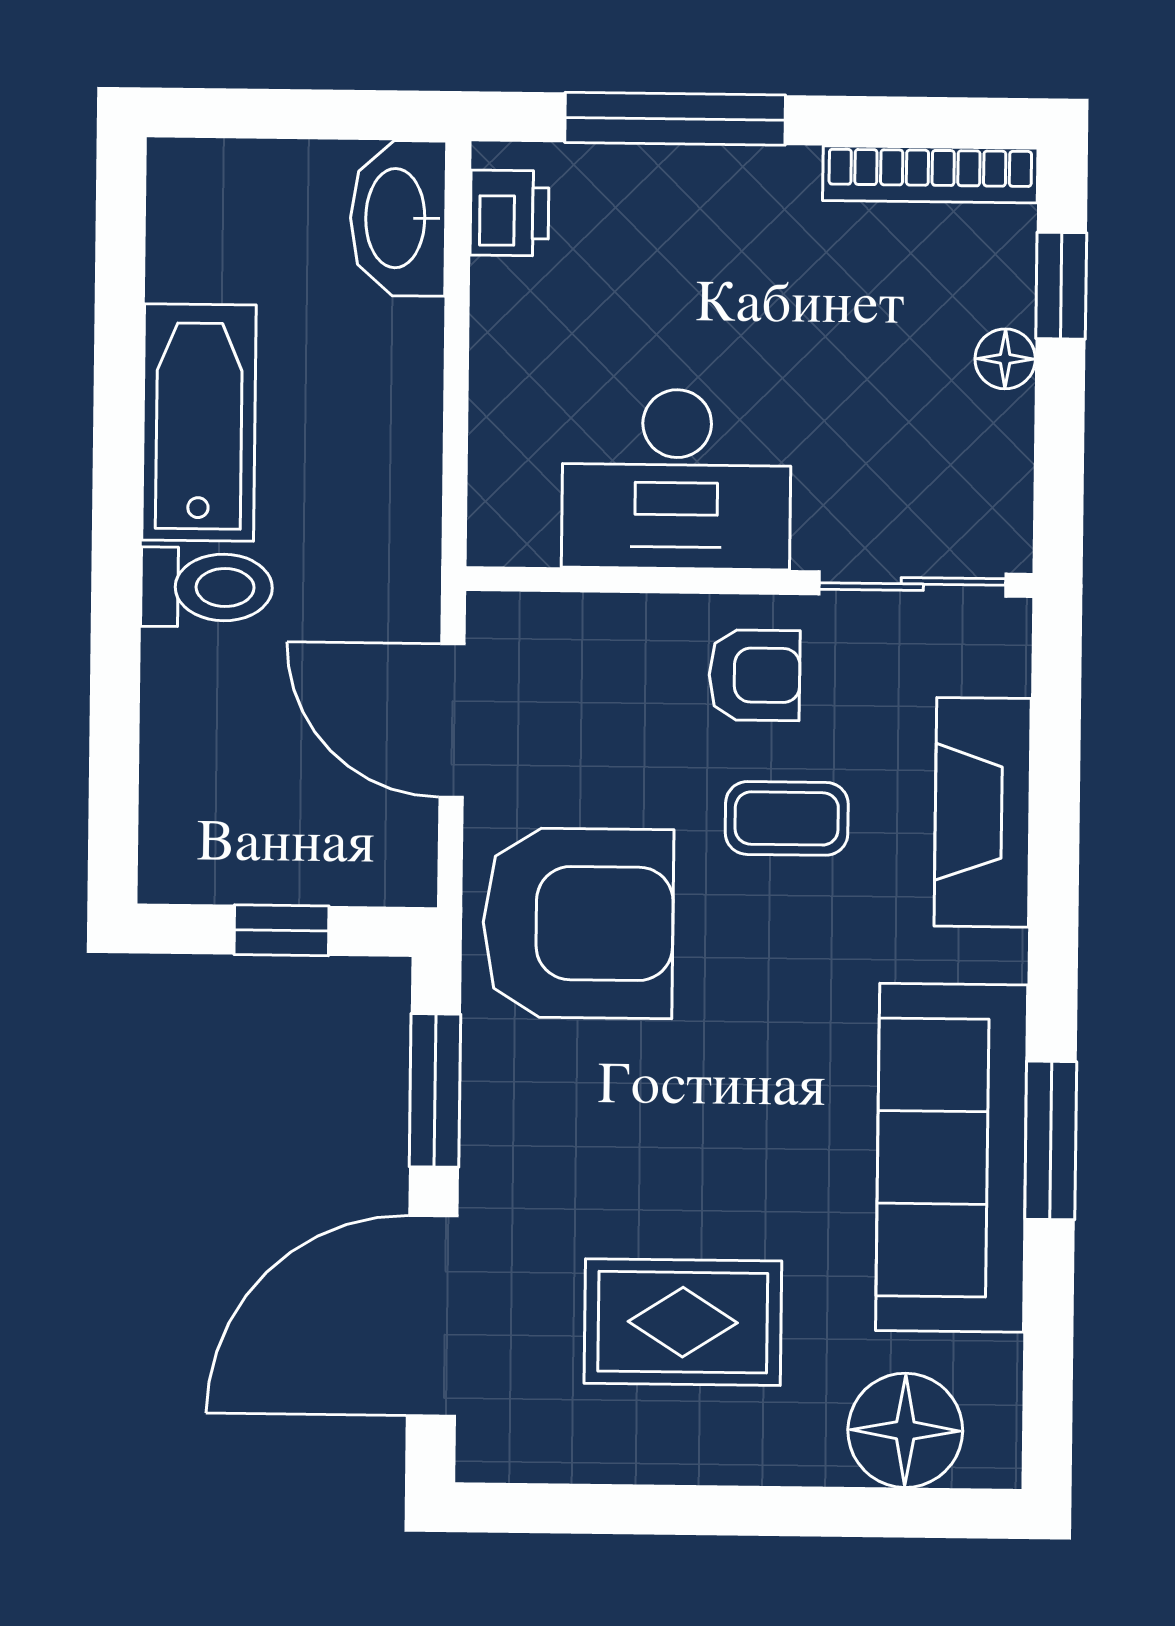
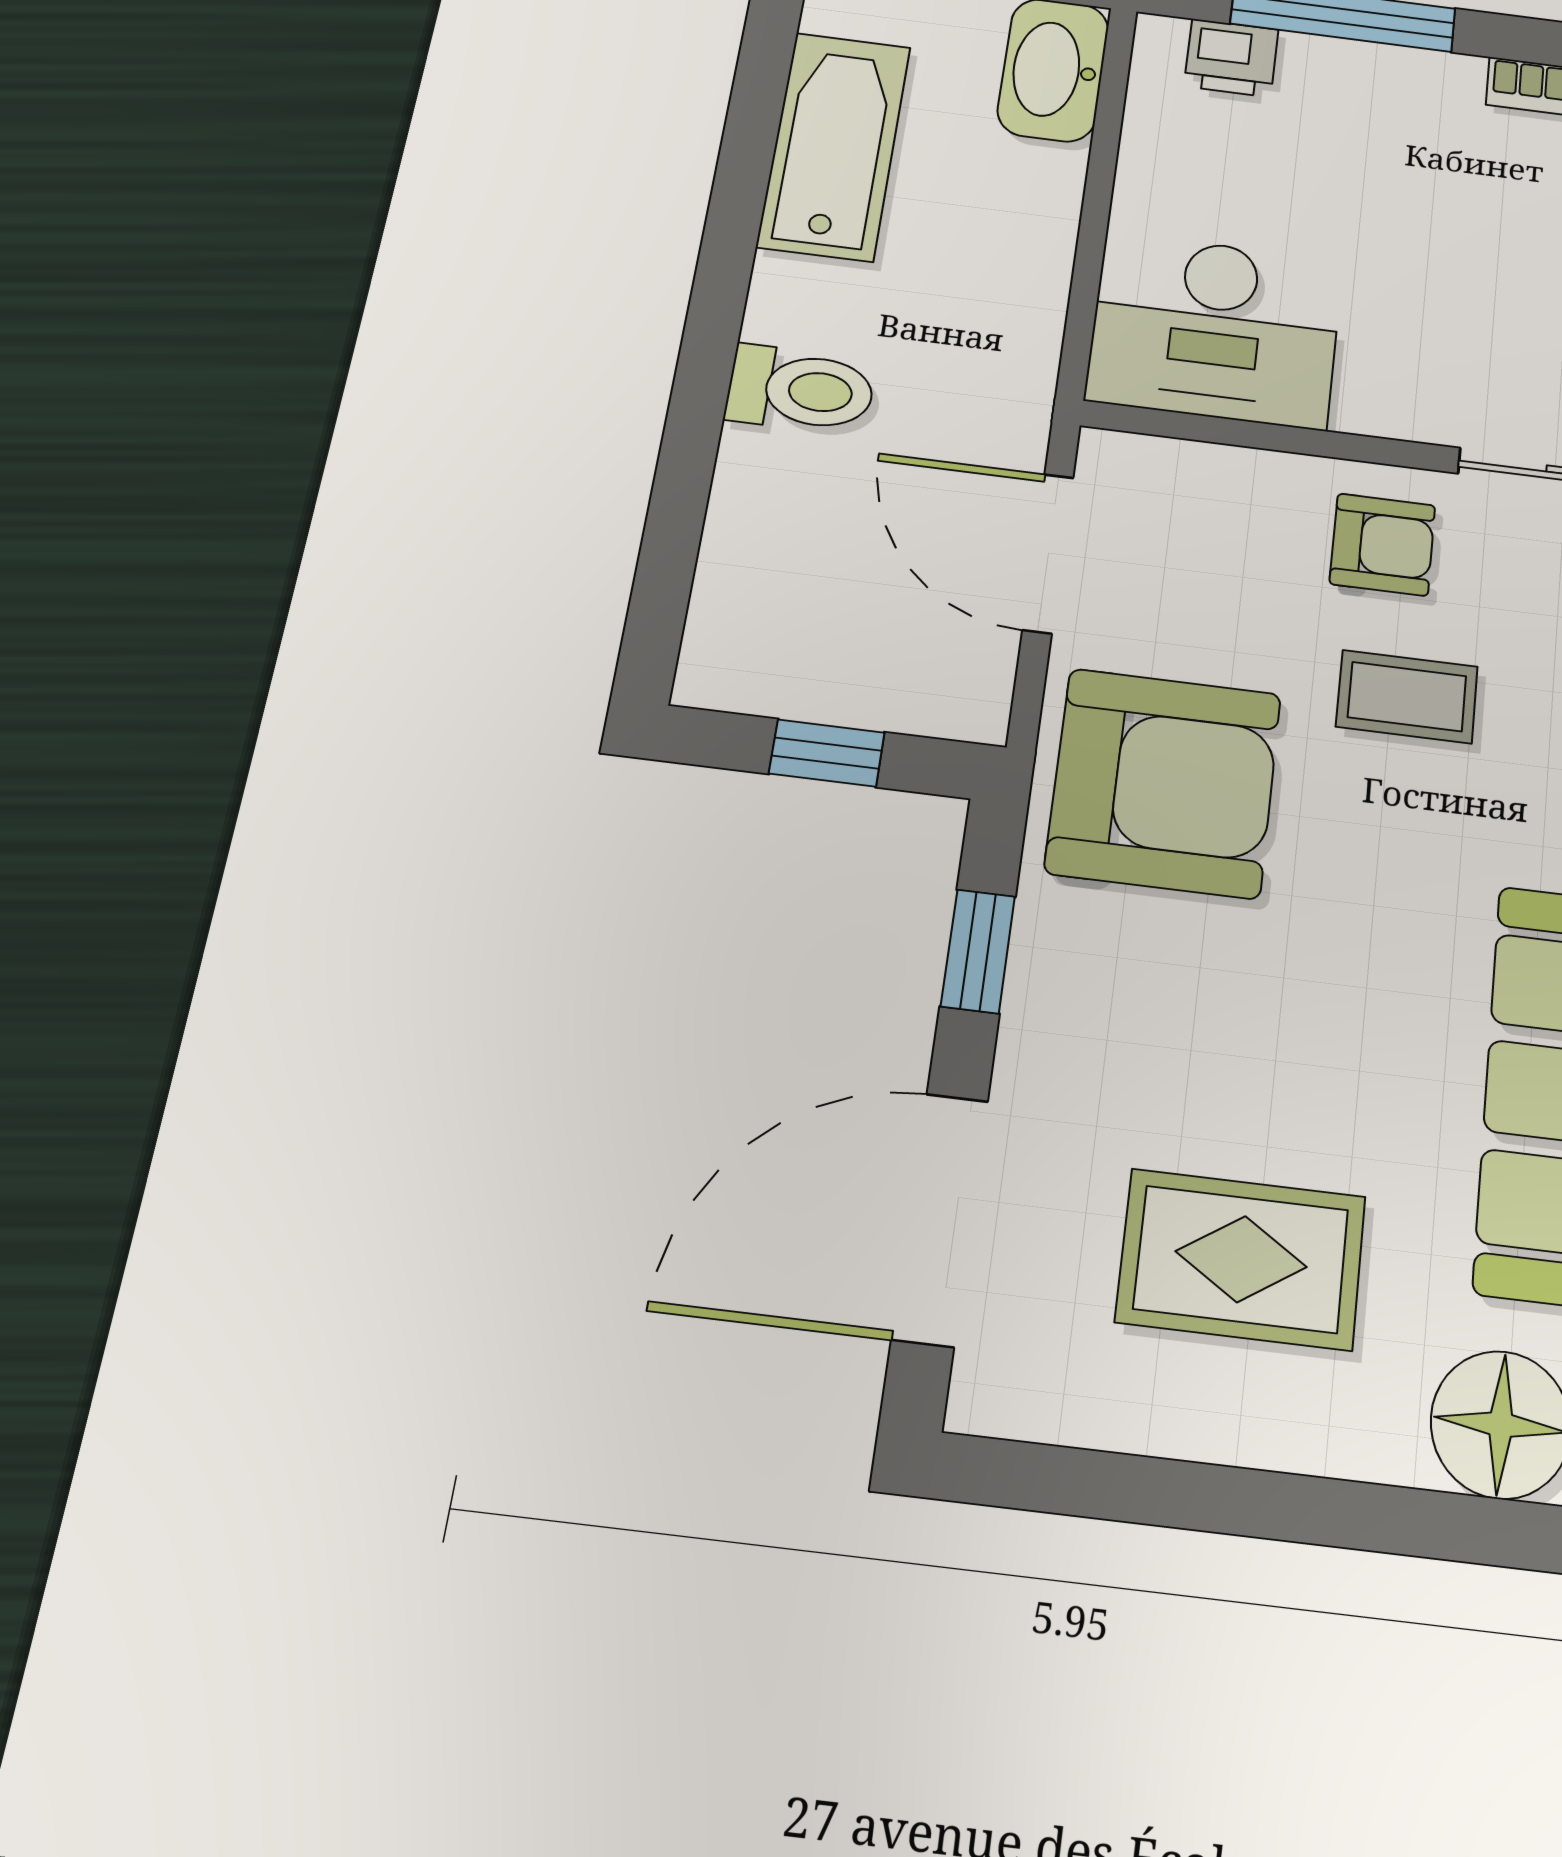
printer: (509, 213) -> (1231, 58), moved, turned 90
bathtub: (199, 423) -> (834, 146), moved
desk: (676, 479) -> (1215, 330), moved
window: (435, 1090) -> (978, 951), width x0.67

